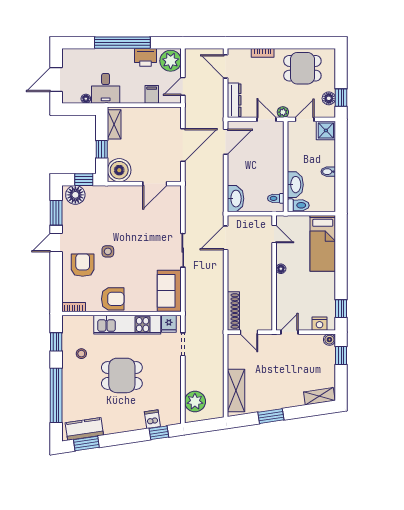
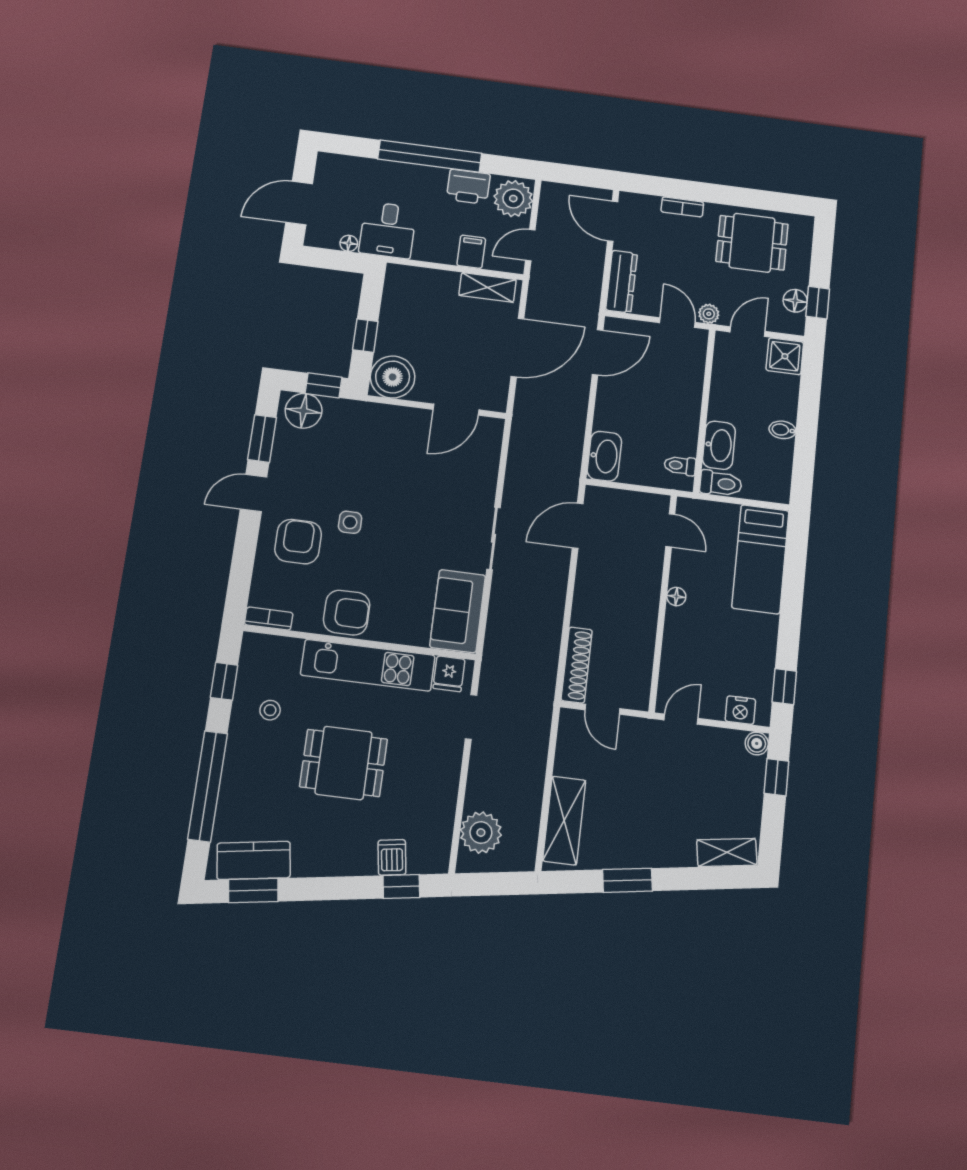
shelving: (114, 124) -> (488, 287), moved, turned 90

